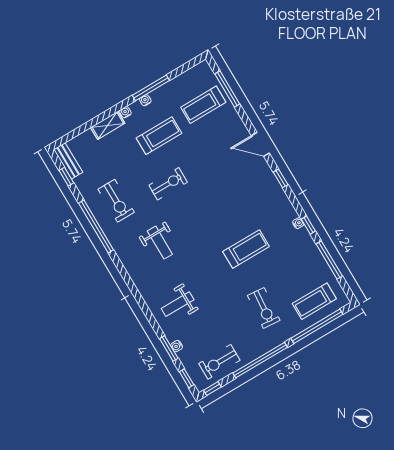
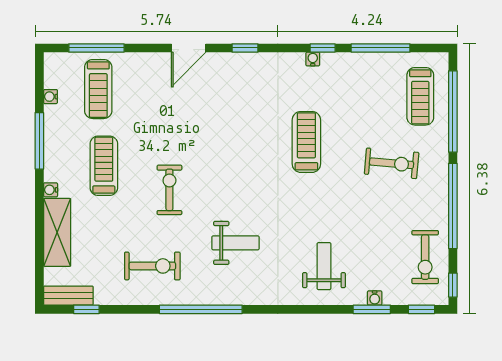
water cooler: (145, 100) -> (51, 97), moved
shelving: (108, 125) -> (57, 232), width x1.50, depth x1.33
window: (96, 226) -> (201, 309), moved
weight bench: (178, 304) -> (324, 266), turned 180

